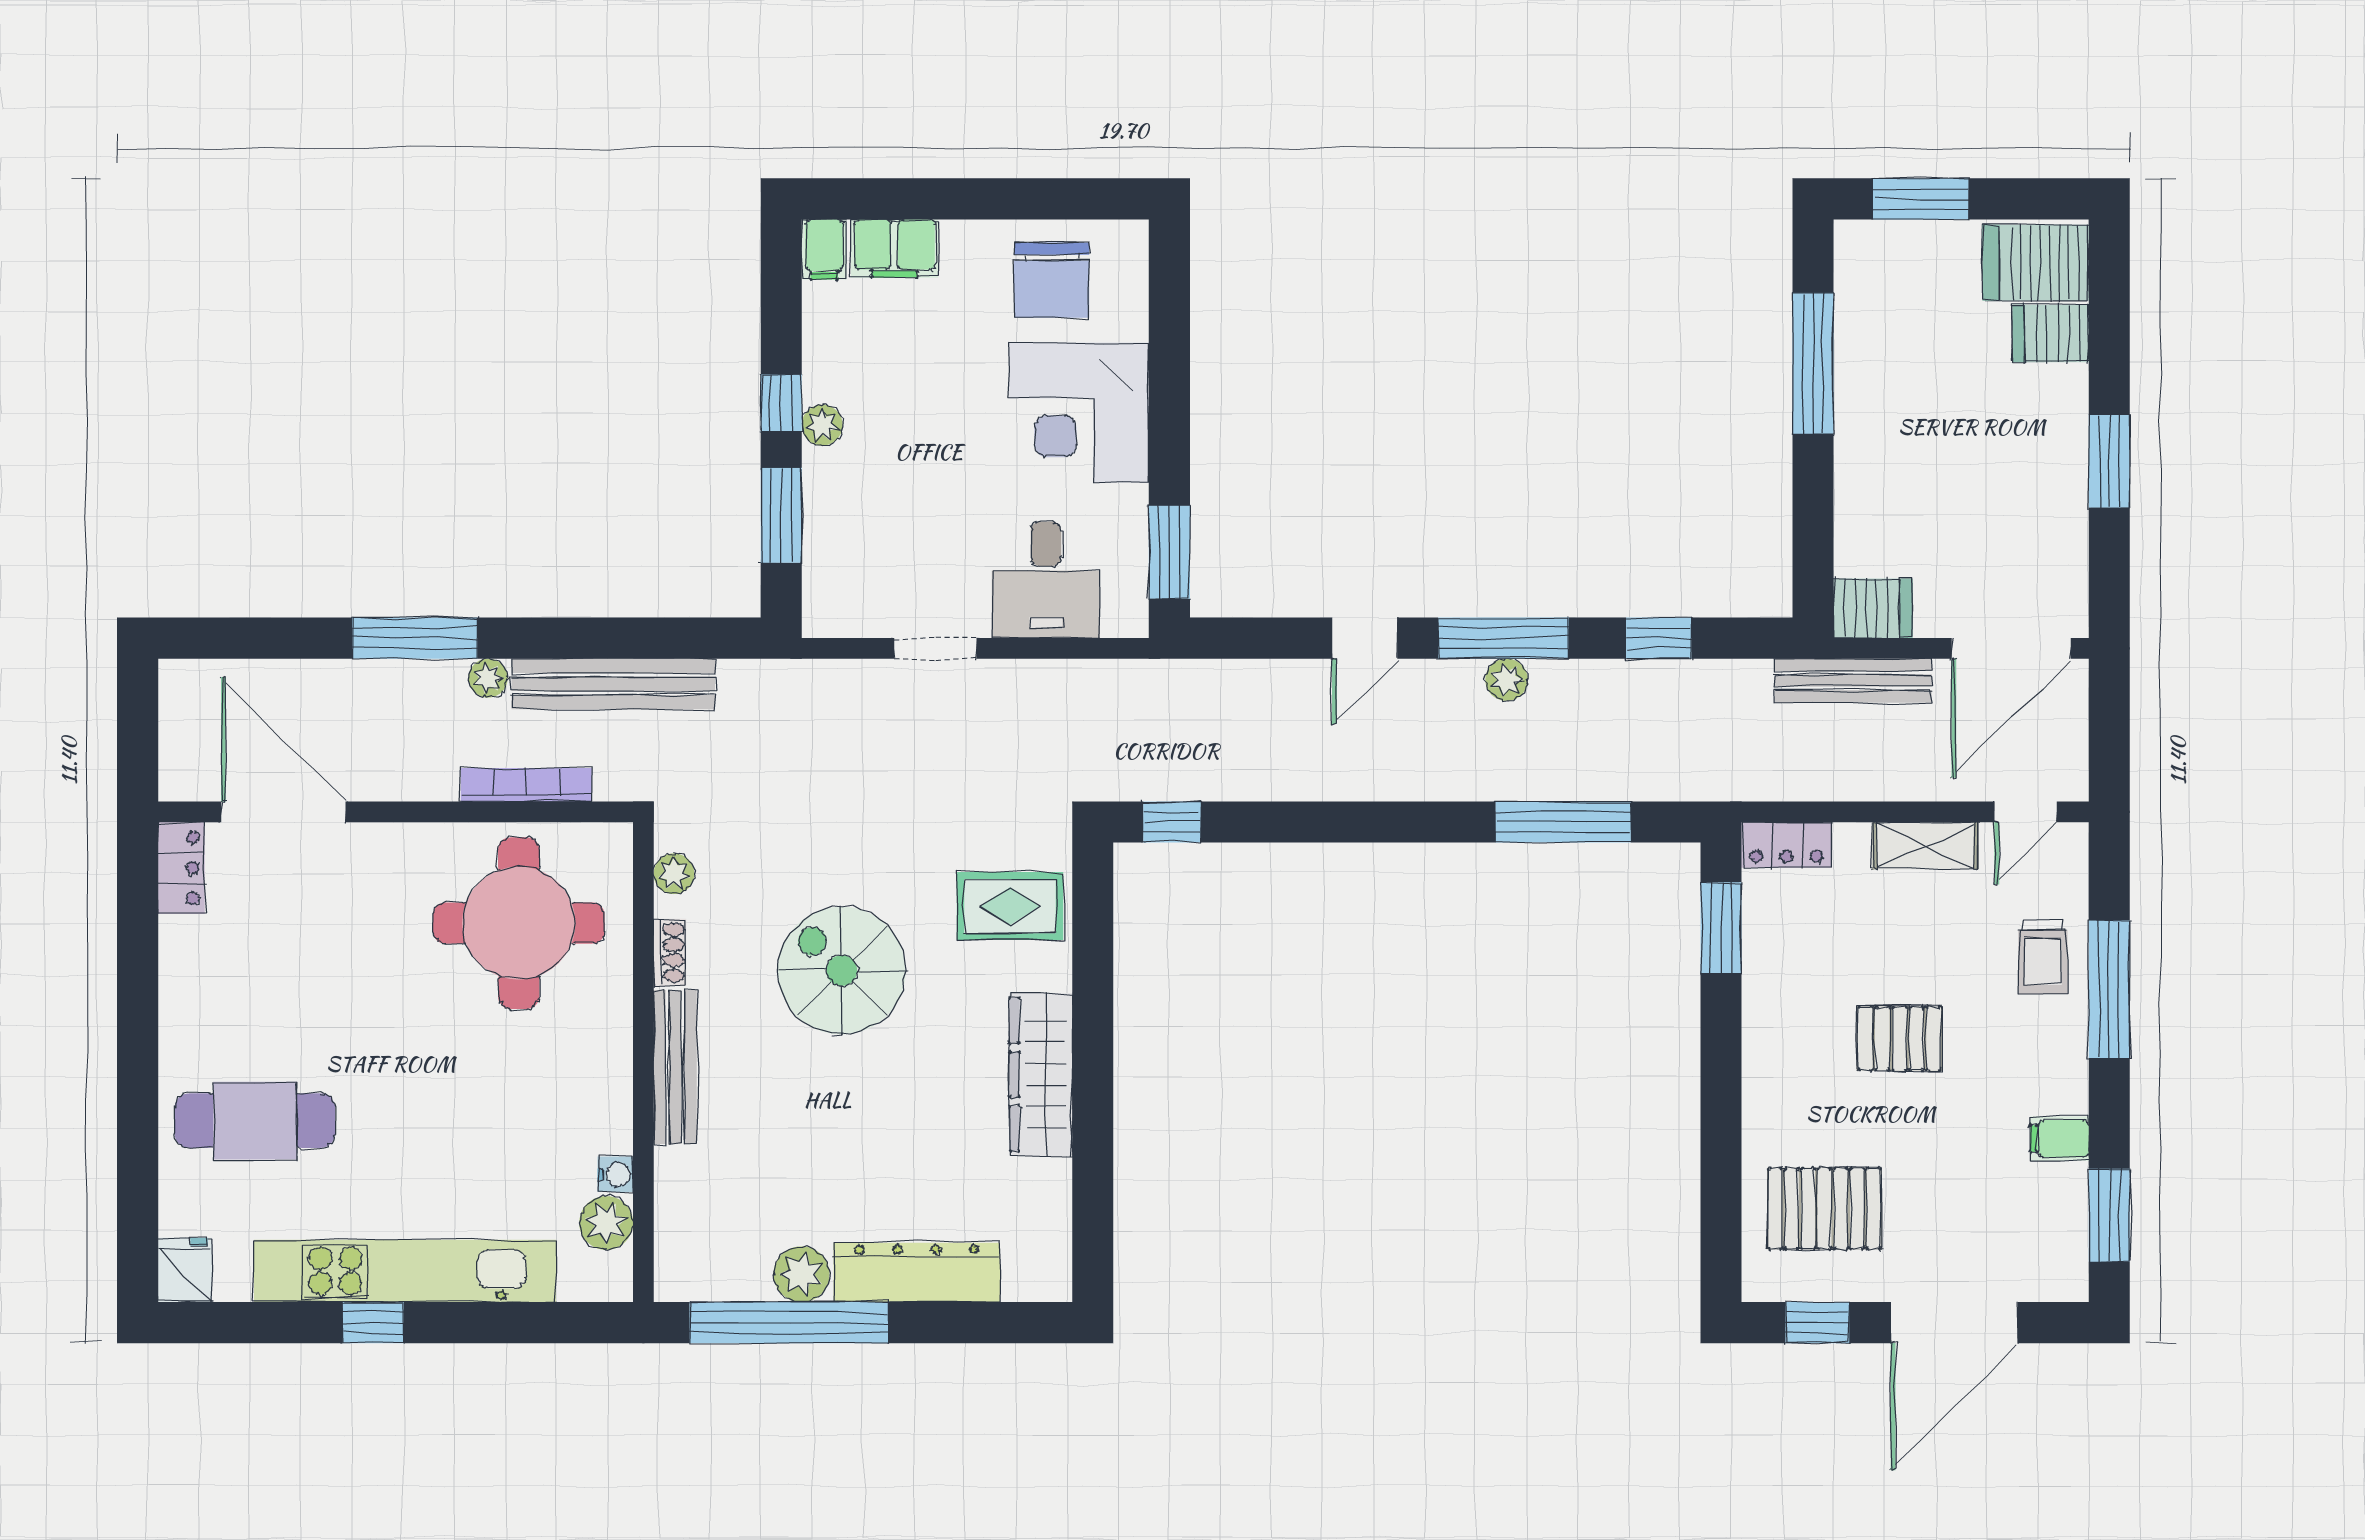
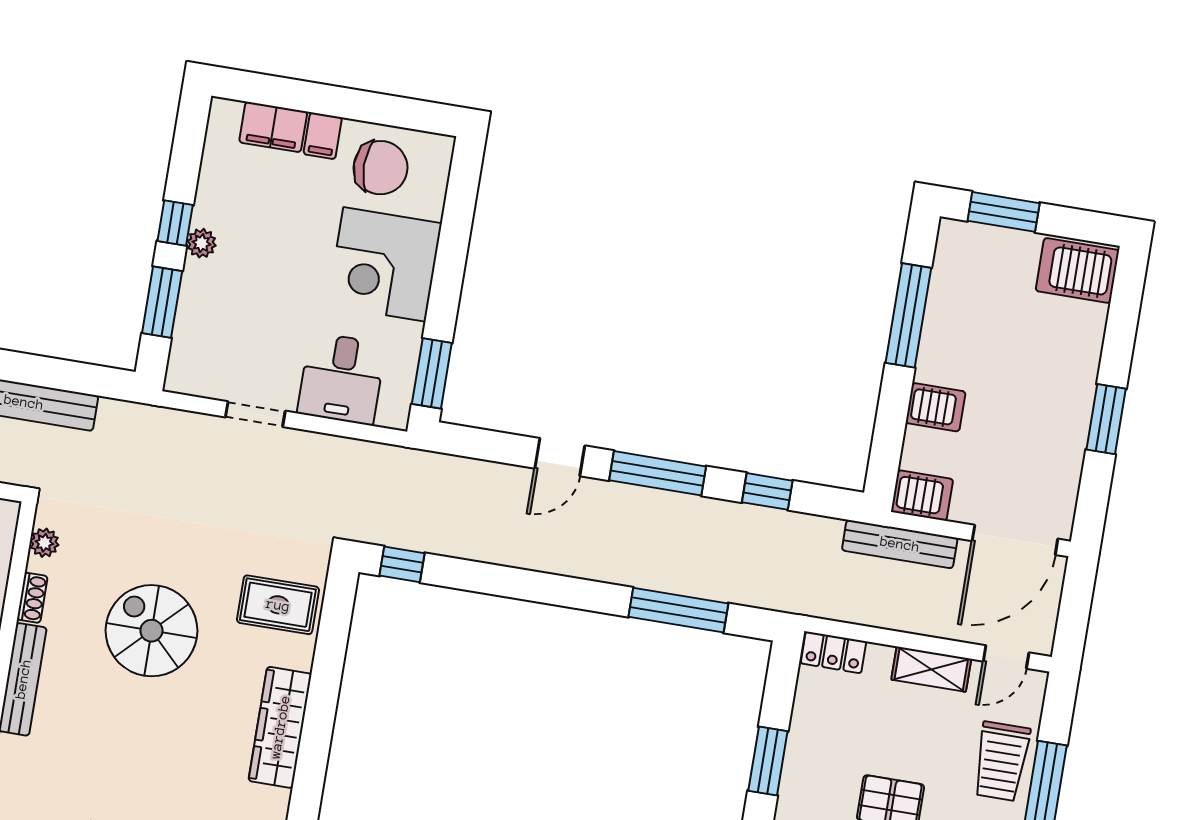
filing cabinet: (824, 249) -> (323, 136), moved
chair: (1052, 280) -> (380, 168), turned -90
server rack: (2051, 333) -> (936, 407), moved, turned 180
plant: (1507, 680) -> (655, 503), removed
window: (1721, 928) -> (768, 761), moved
trolley: (2043, 957) -> (1001, 761), width x1.36, depth x1.39

